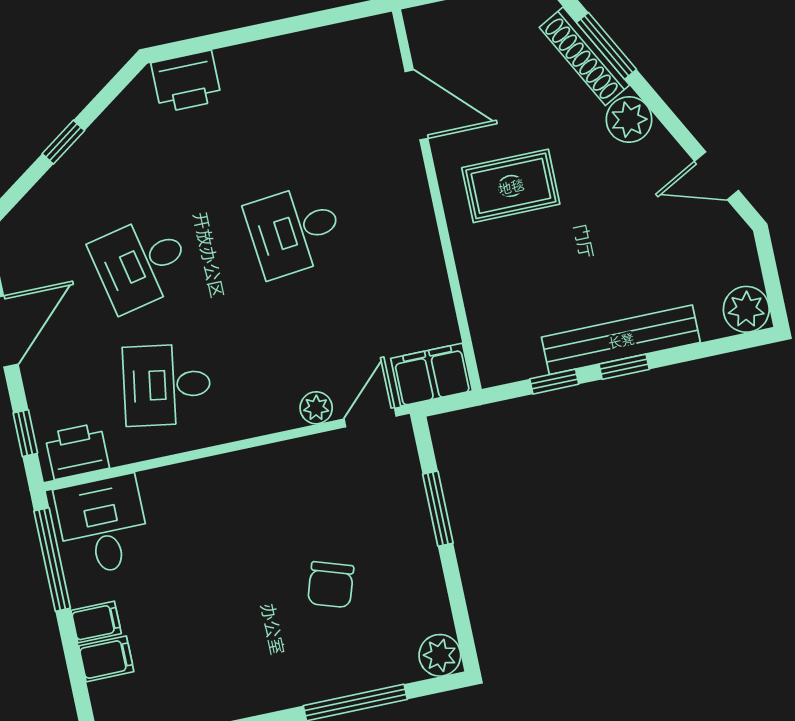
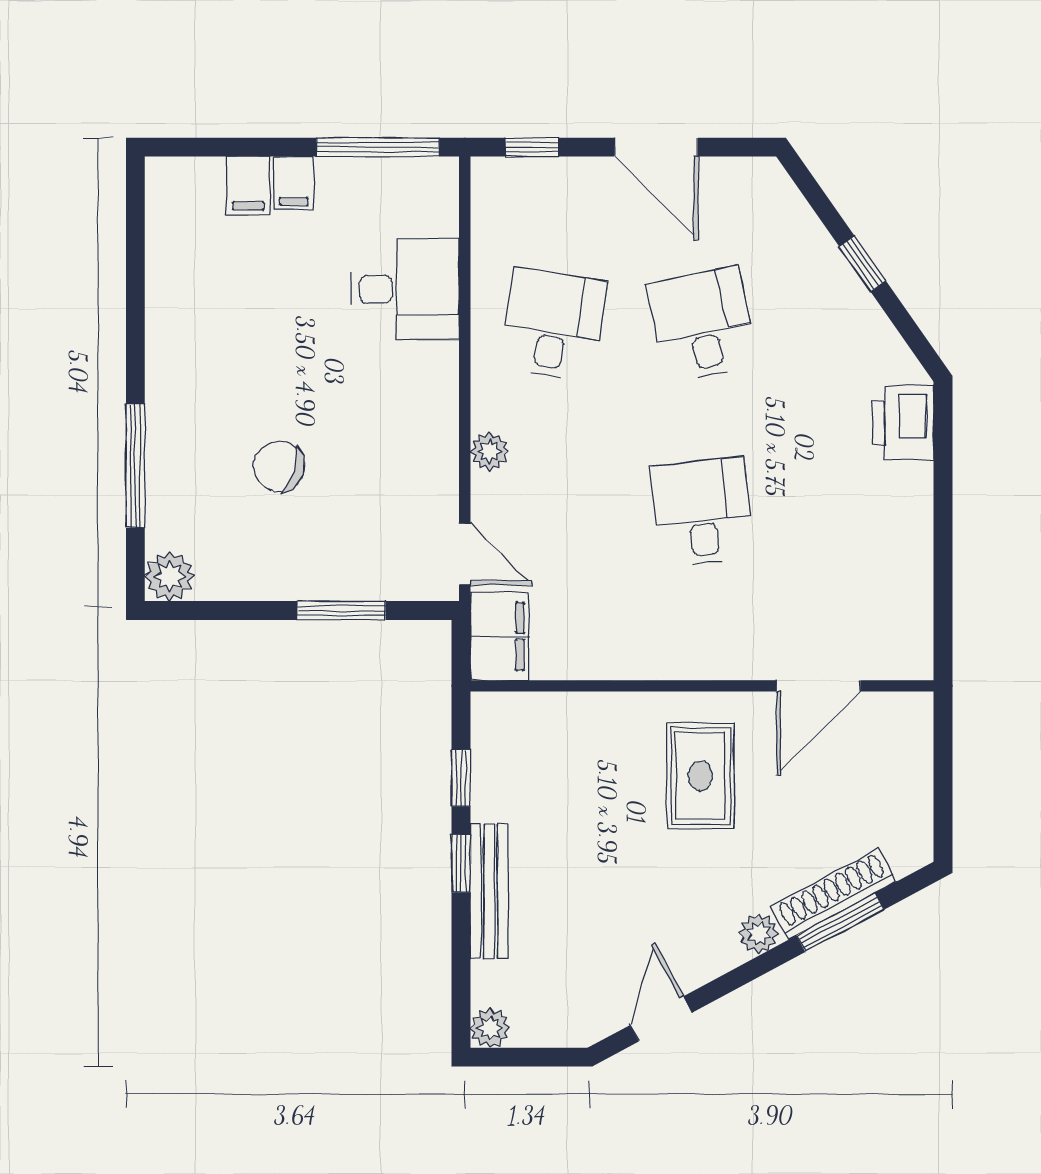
plant: (629, 120) -> (759, 933), width x0.73, depth x0.73
plant: (746, 309) -> (490, 1028), width x0.73, depth x0.73
bench: (621, 340) -> (489, 891), width x0.73, depth x0.82
plant: (316, 408) -> (489, 452), moved
printer: (77, 451) -> (498, 203), removed
desk: (103, 525) -> (405, 289), moved

